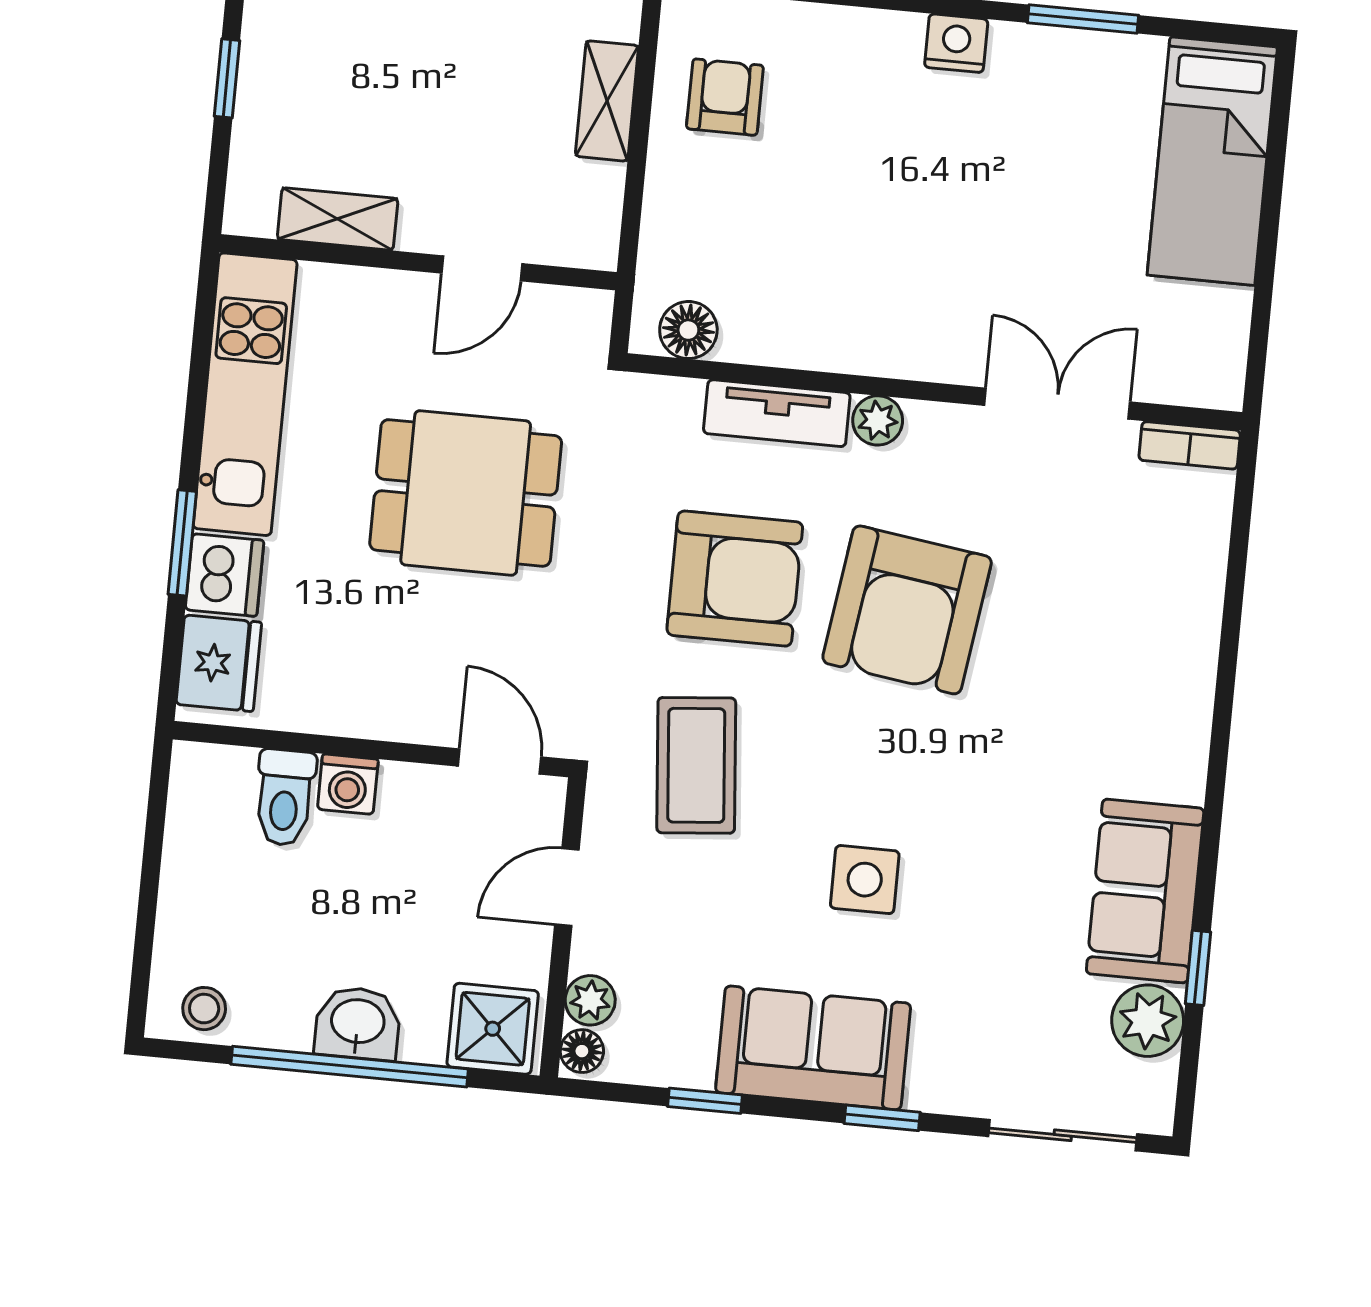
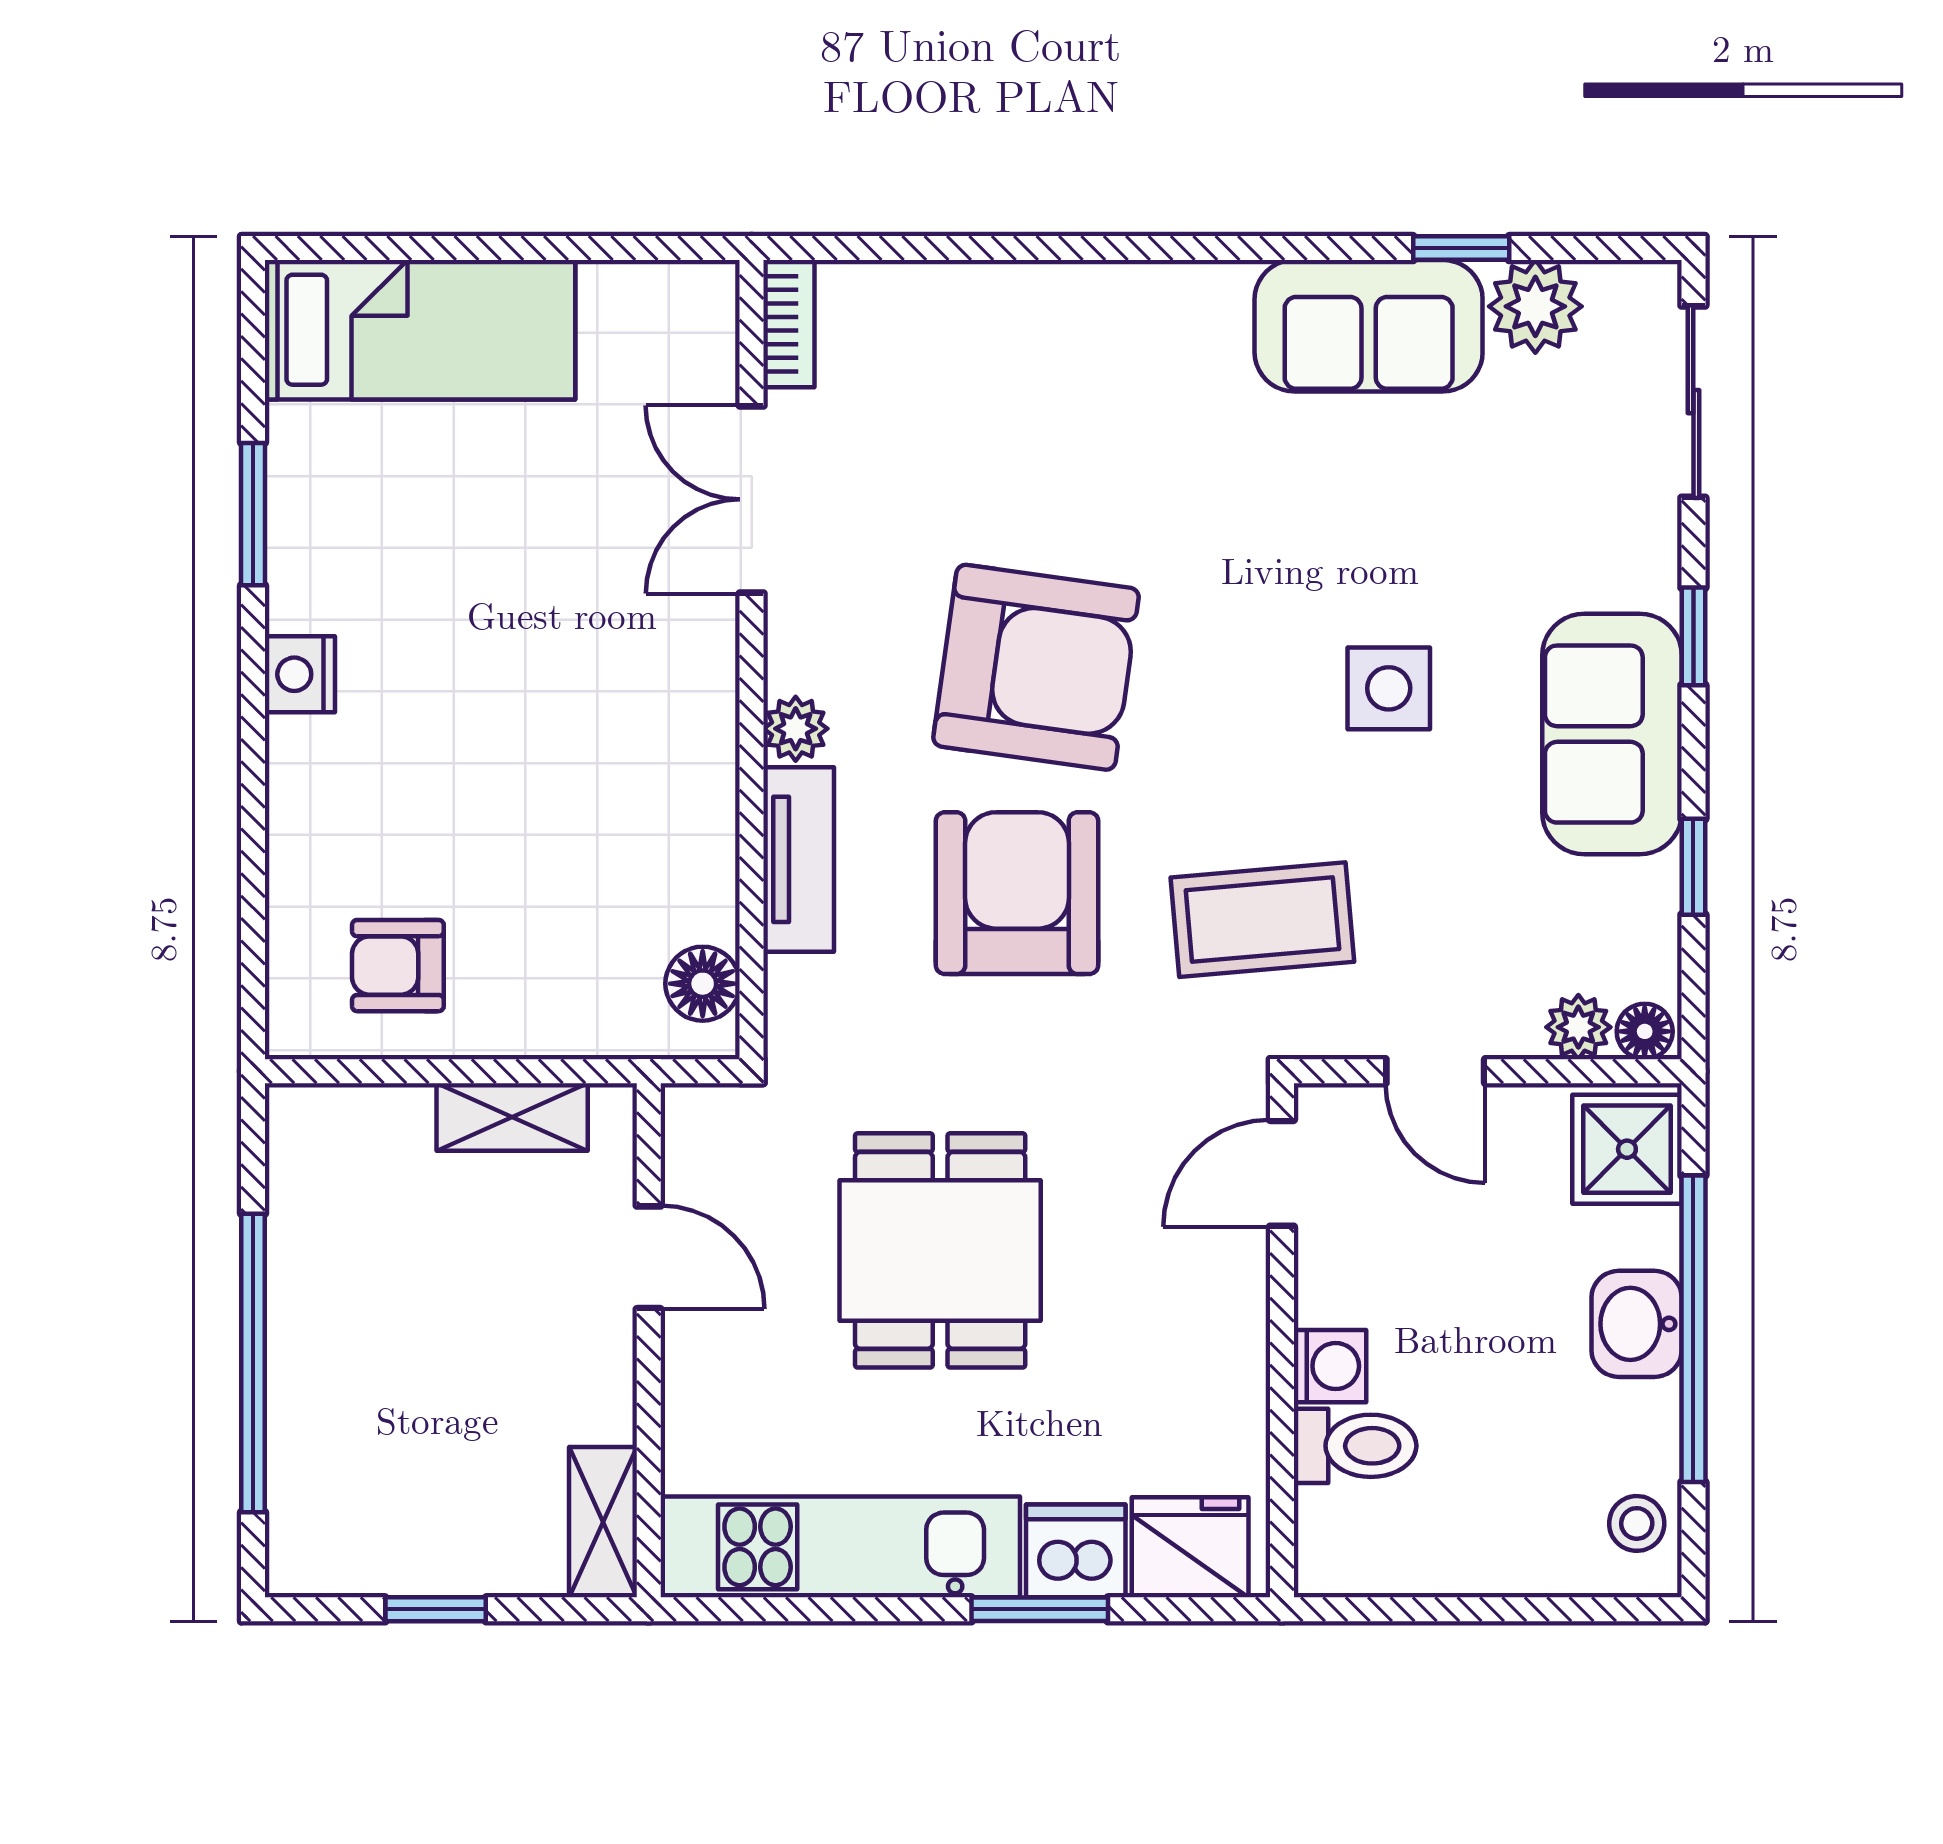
shelving: (607, 101) -> (512, 1117), moved
shelving: (338, 219) -> (603, 1522), moved

